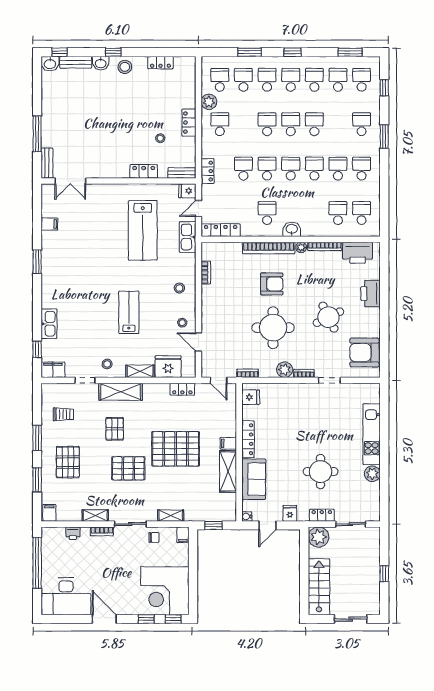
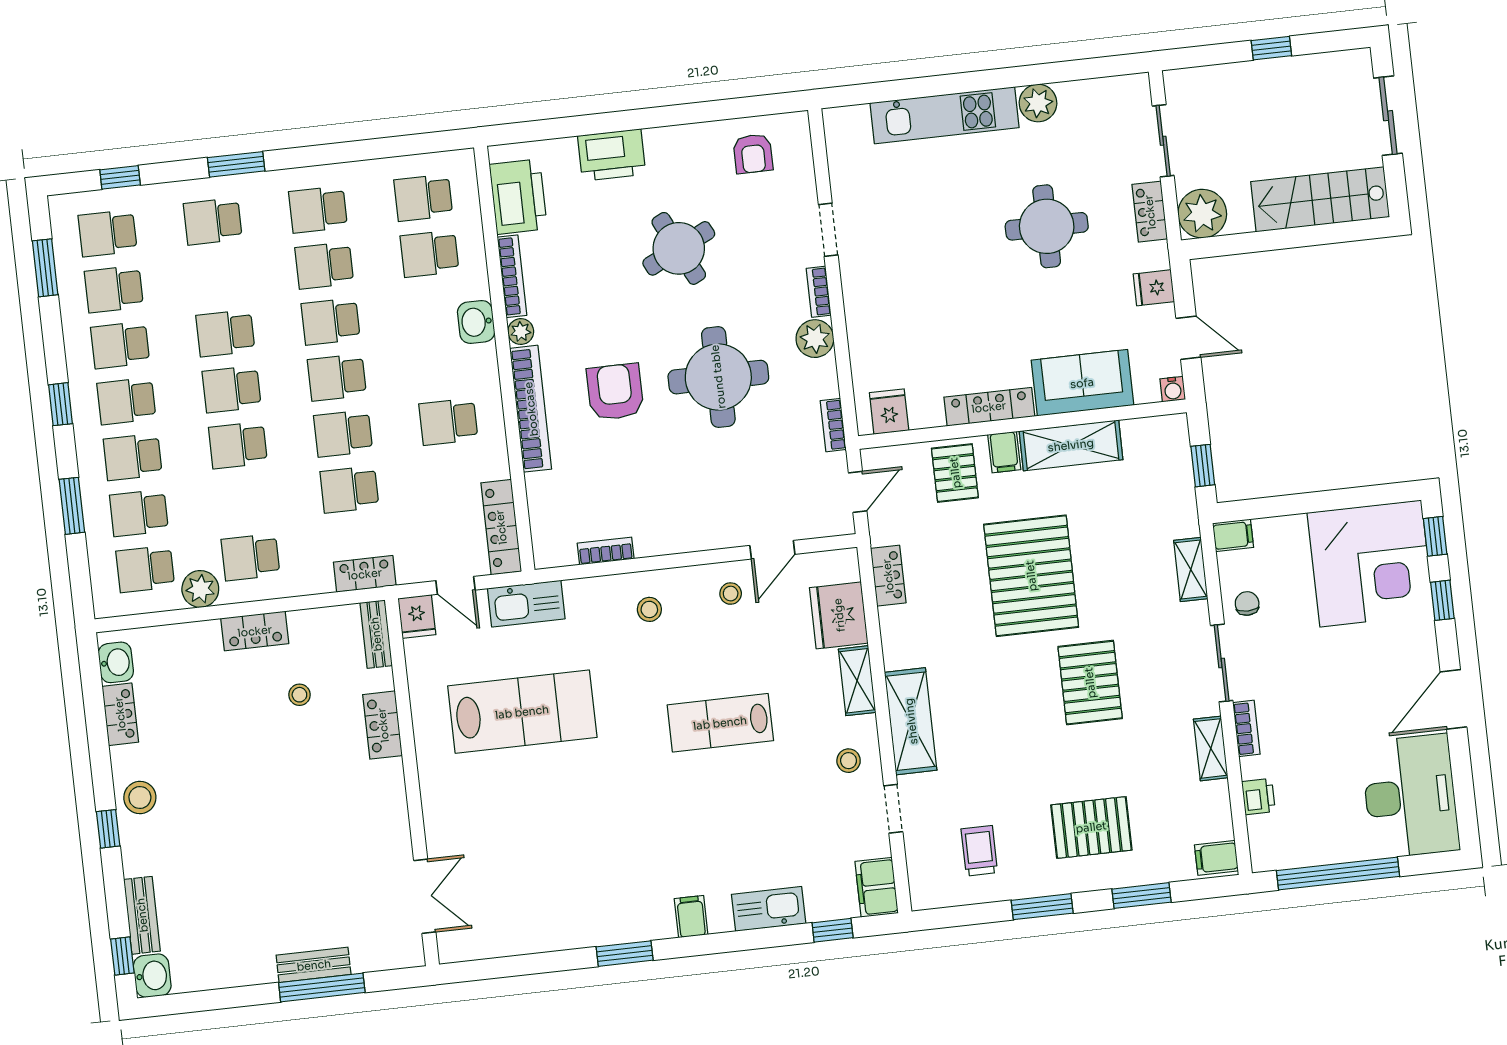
washbasin: (101, 63) -> (116, 662), moved
bench: (47, 163) -> (314, 965), moved
filing cabinet: (49, 224) -> (691, 917), moved
washbasin: (292, 229) -> (476, 322), moved
armchair: (365, 353) -> (753, 154), width x0.53, depth x0.53
pallet: (115, 429) -> (955, 473), moved, turned 90

